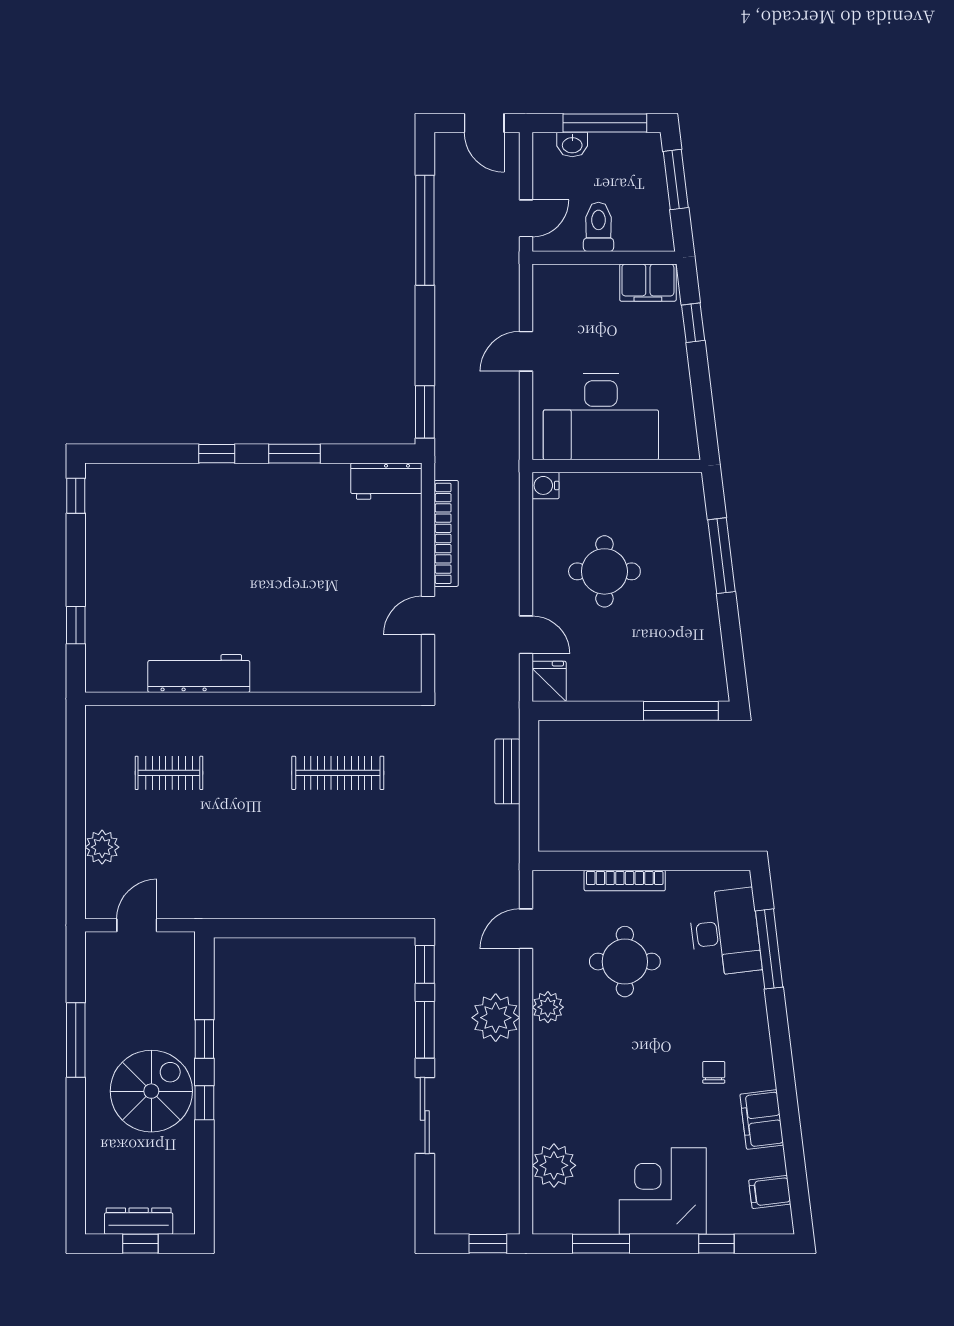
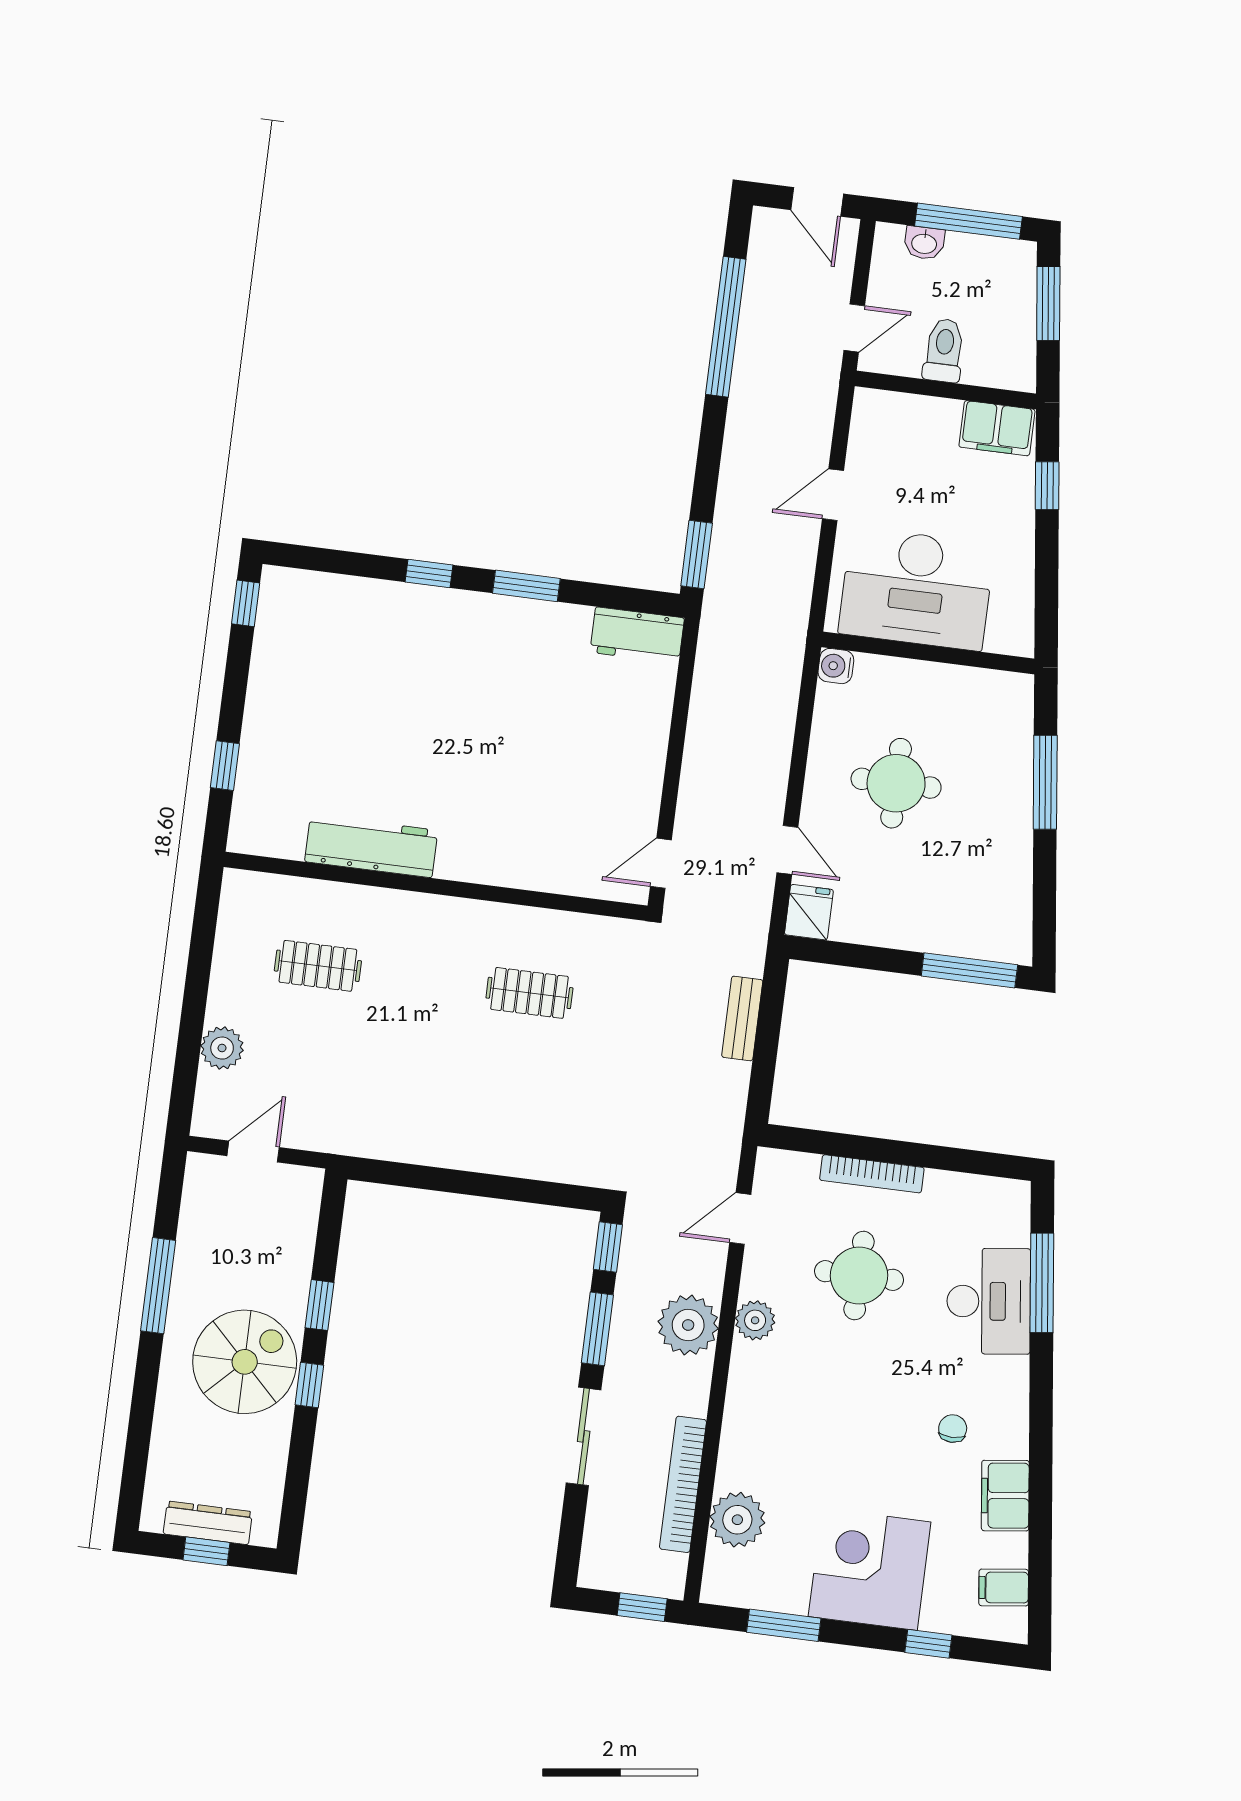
bookcase: (446, 533) -> (683, 1484), moved, turned 180
door: (428, 615) -> (661, 863), moved
clothes rail: (338, 773) -> (529, 993), width x0.73
desk: (725, 932) -> (989, 1301), moved

